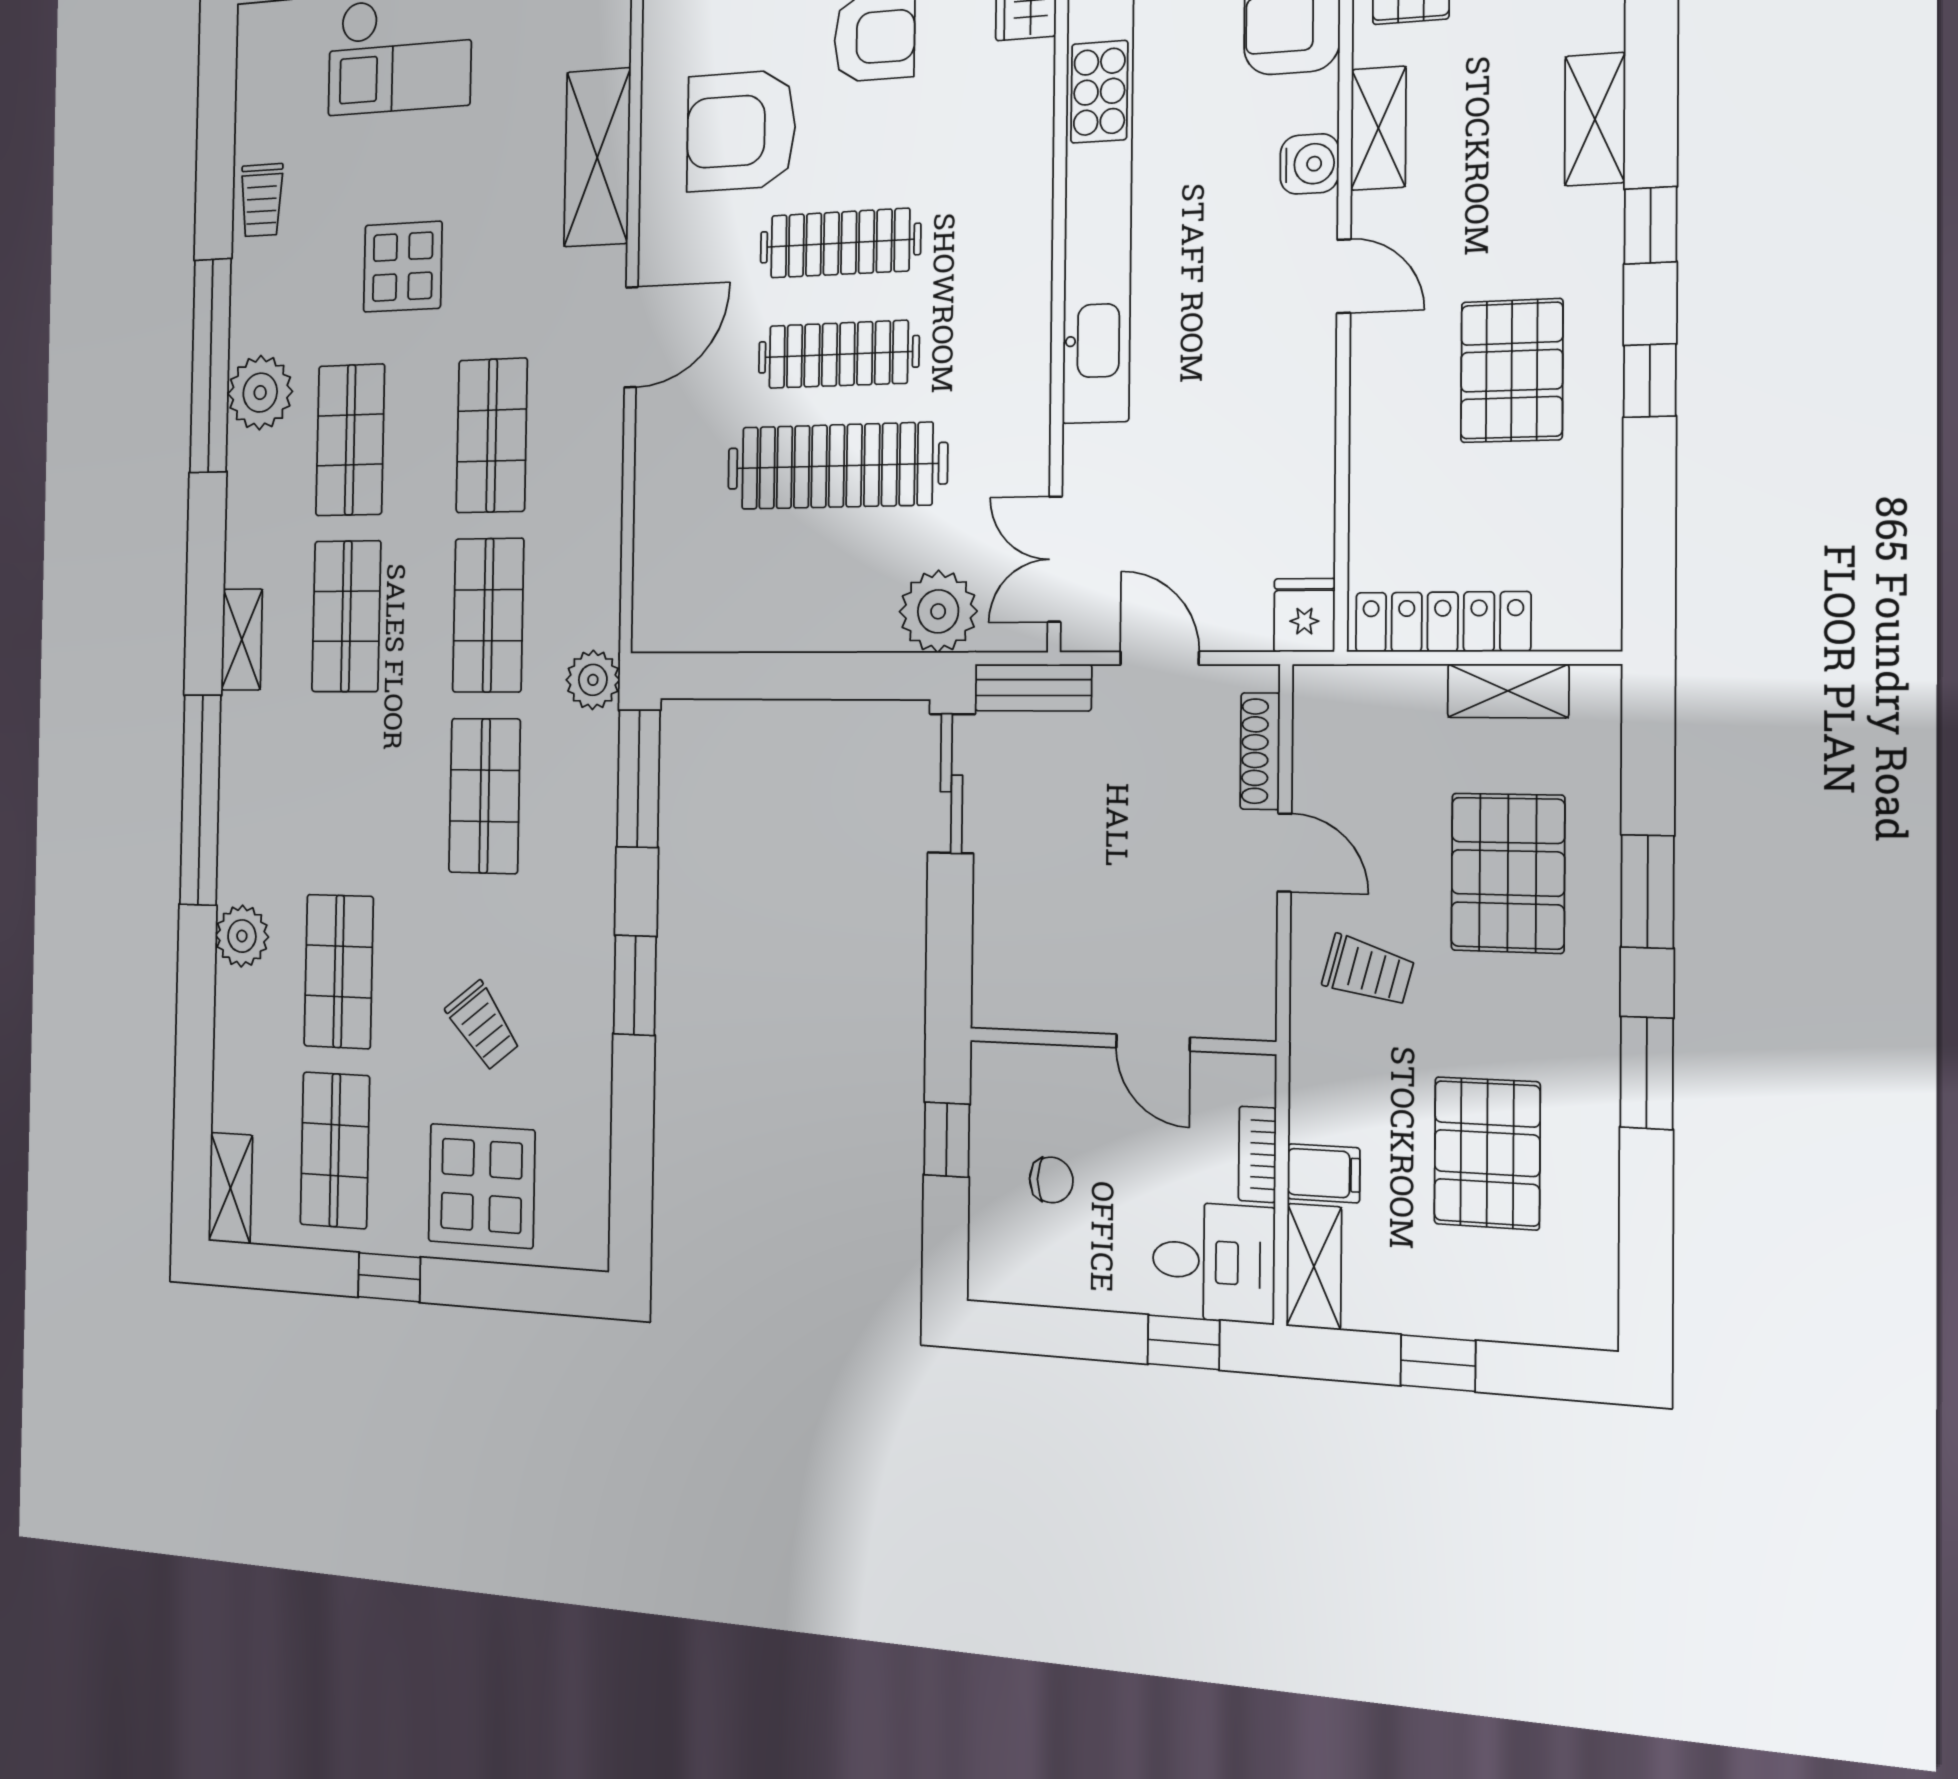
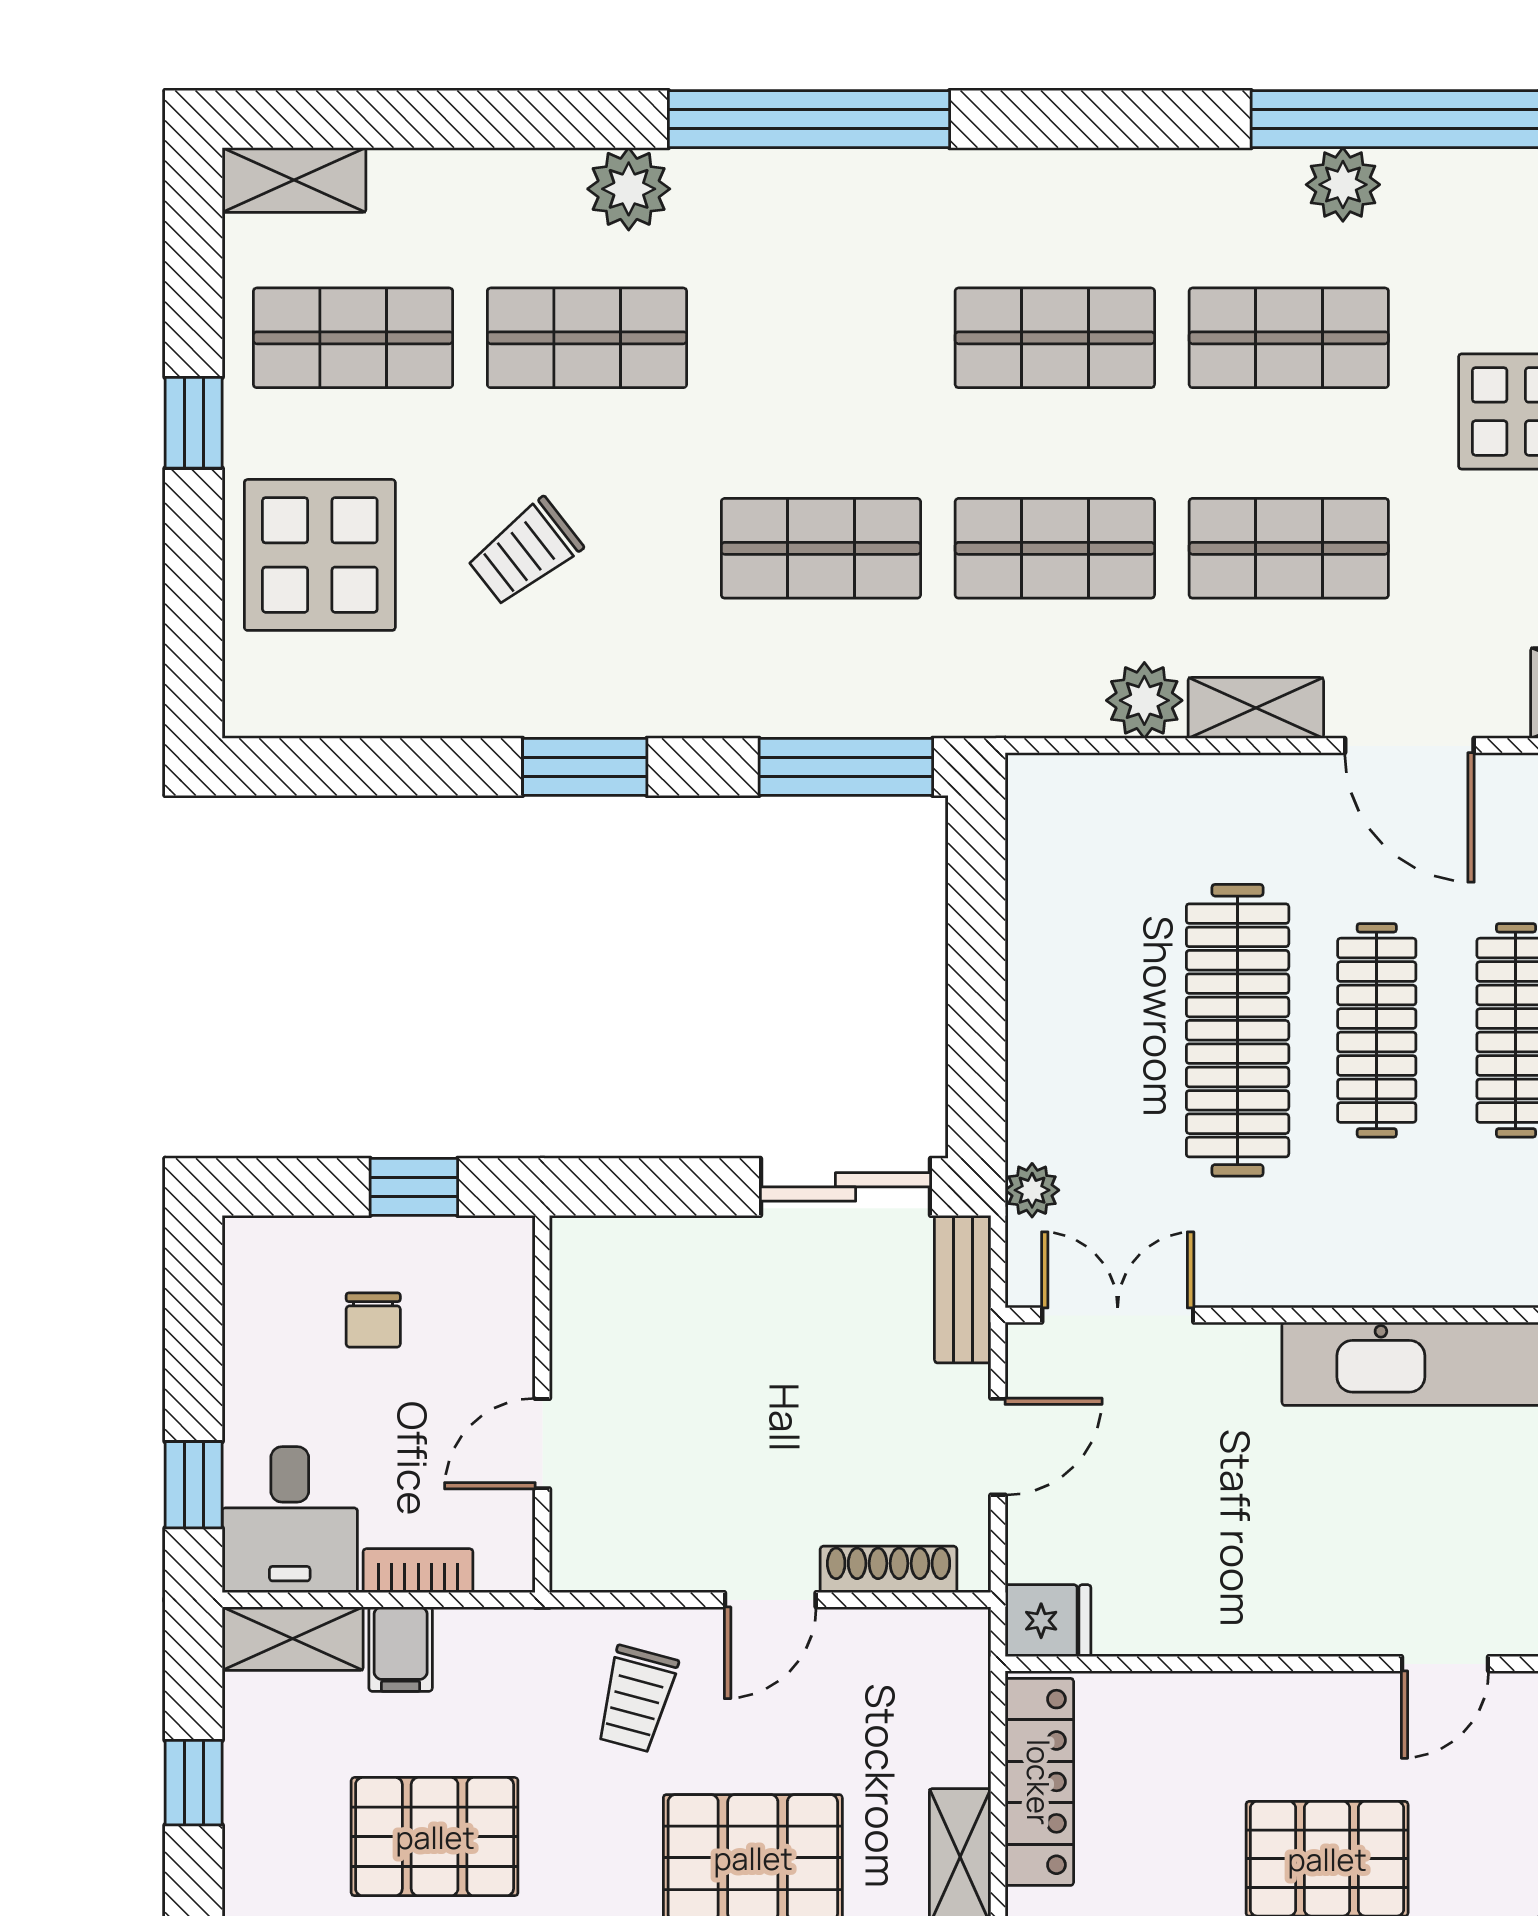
plant: (260, 393) -> (1343, 185), width x0.73, depth x0.73
plant: (938, 611) -> (1032, 1190), width x0.53, depth x0.53
shelving: (242, 640) -> (1256, 708), moved
plant: (593, 680) -> (1144, 700), moved

